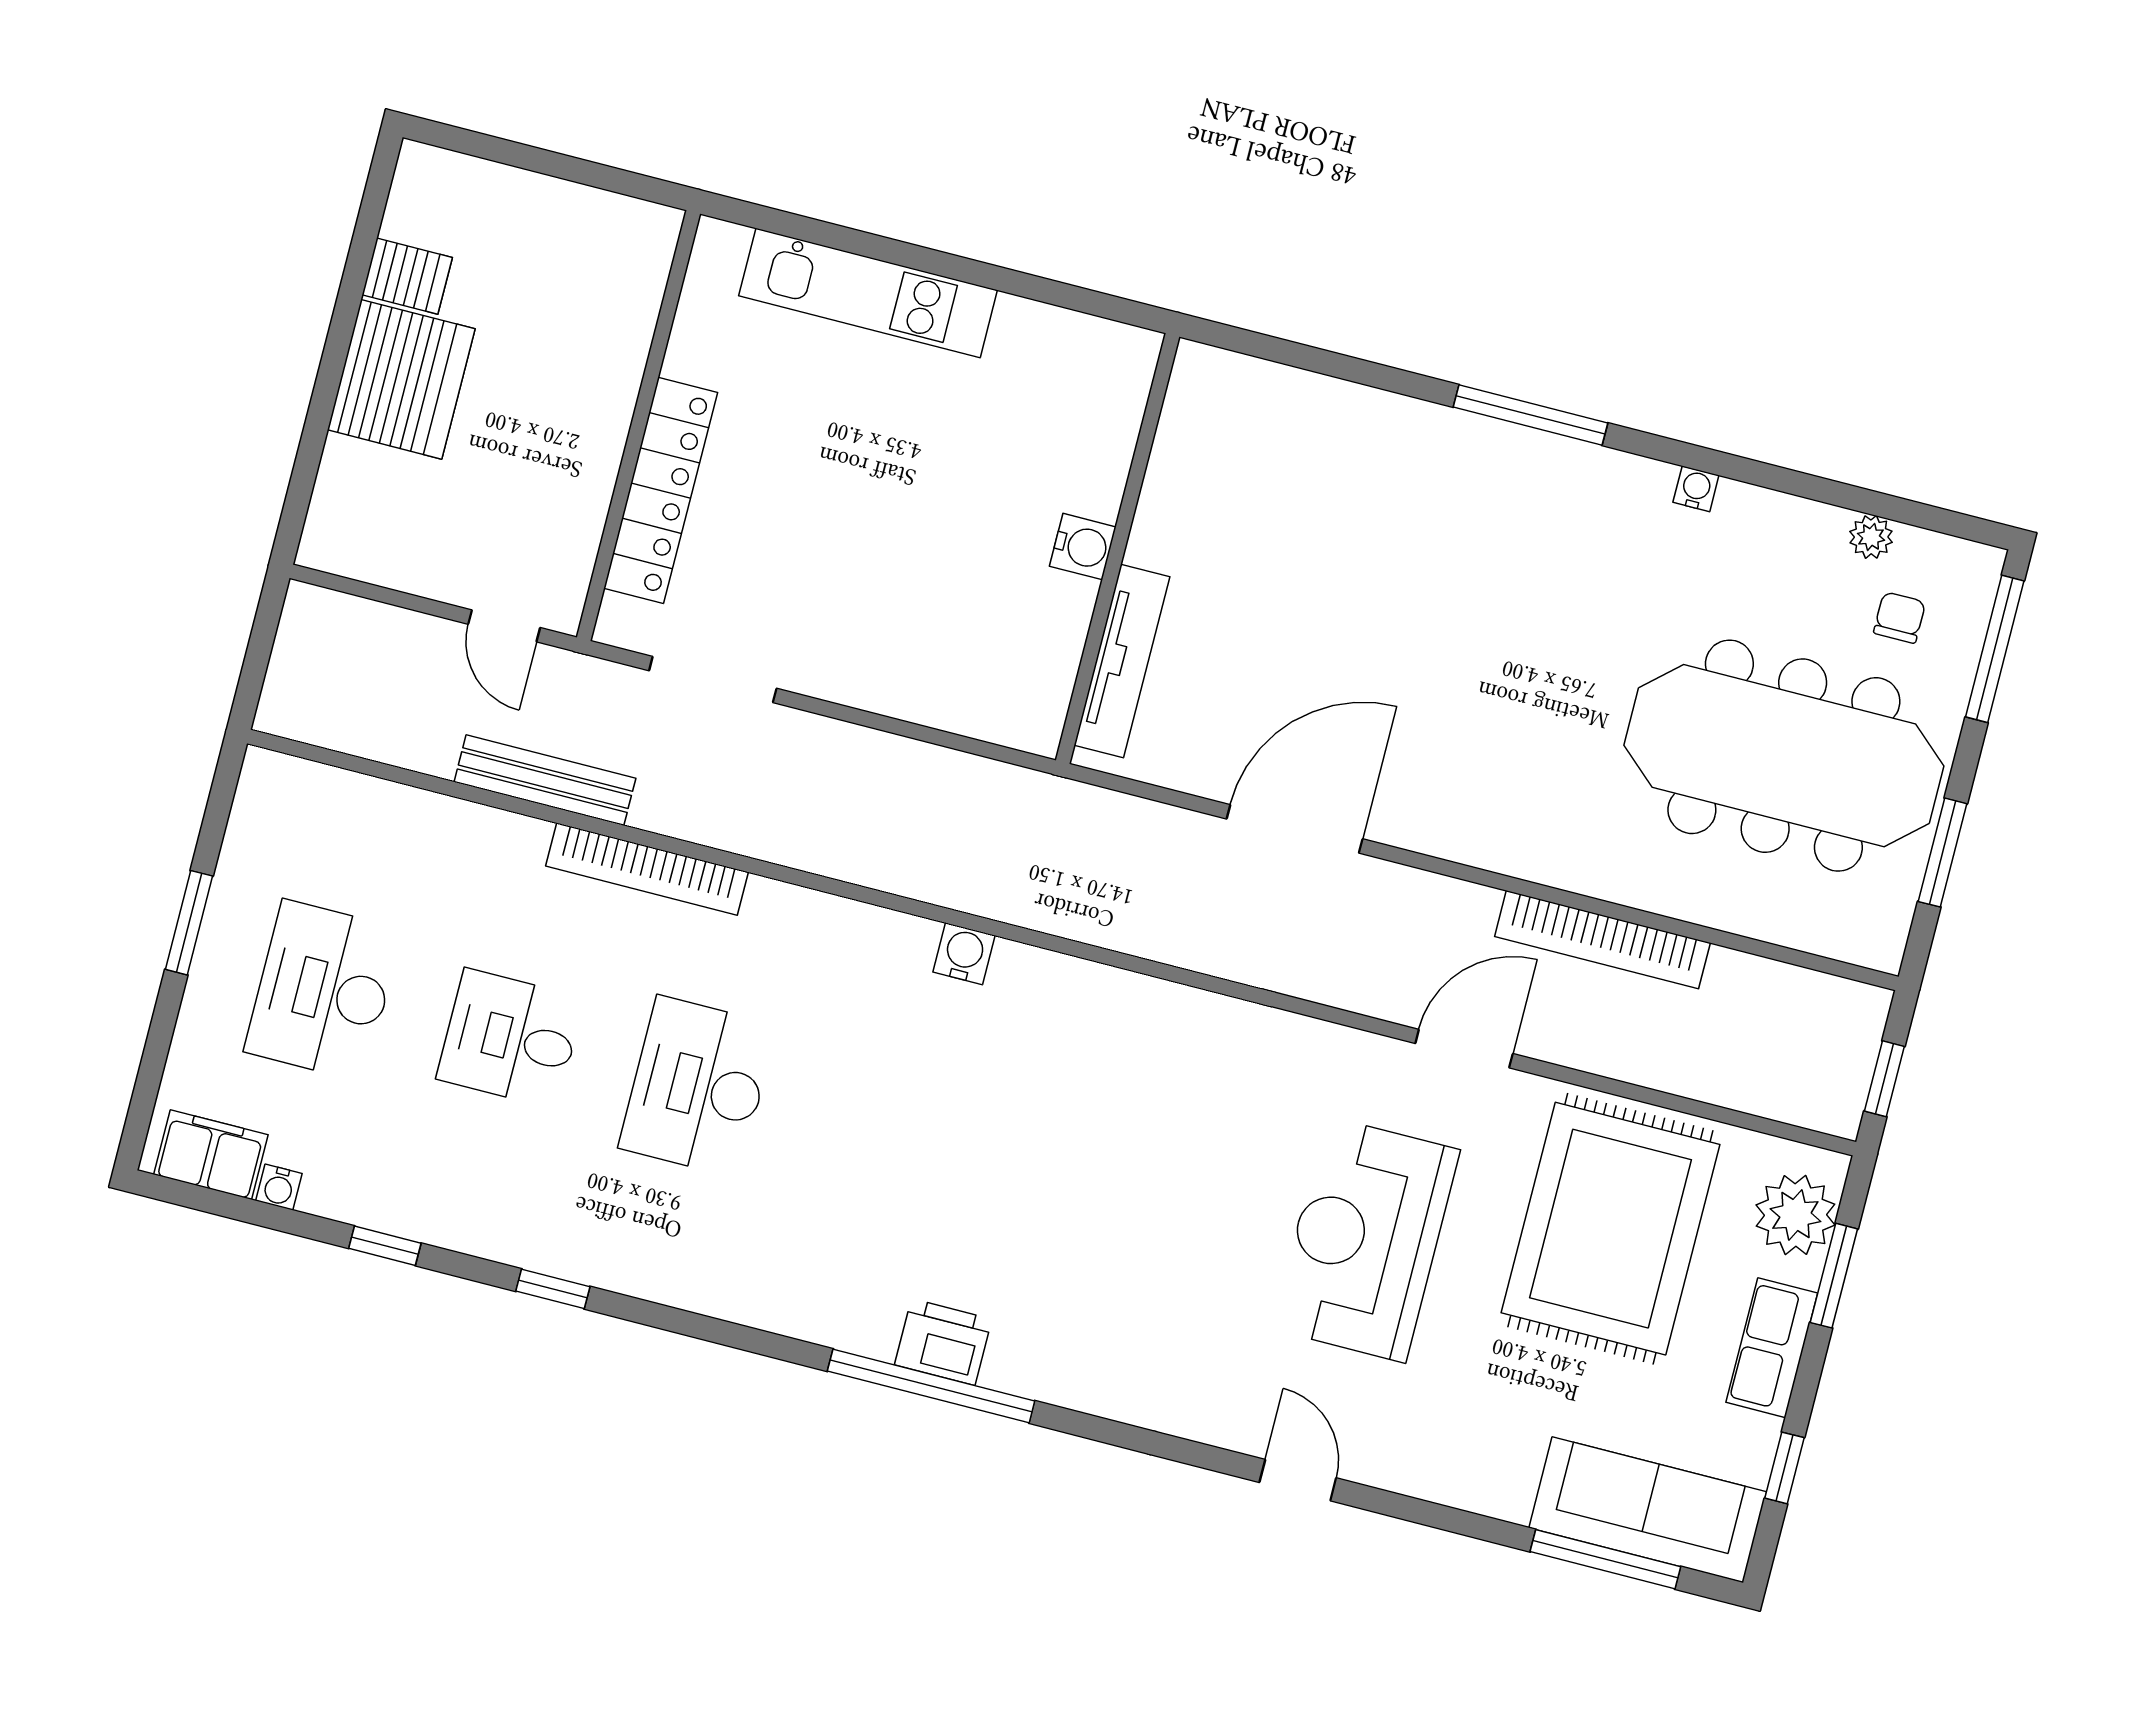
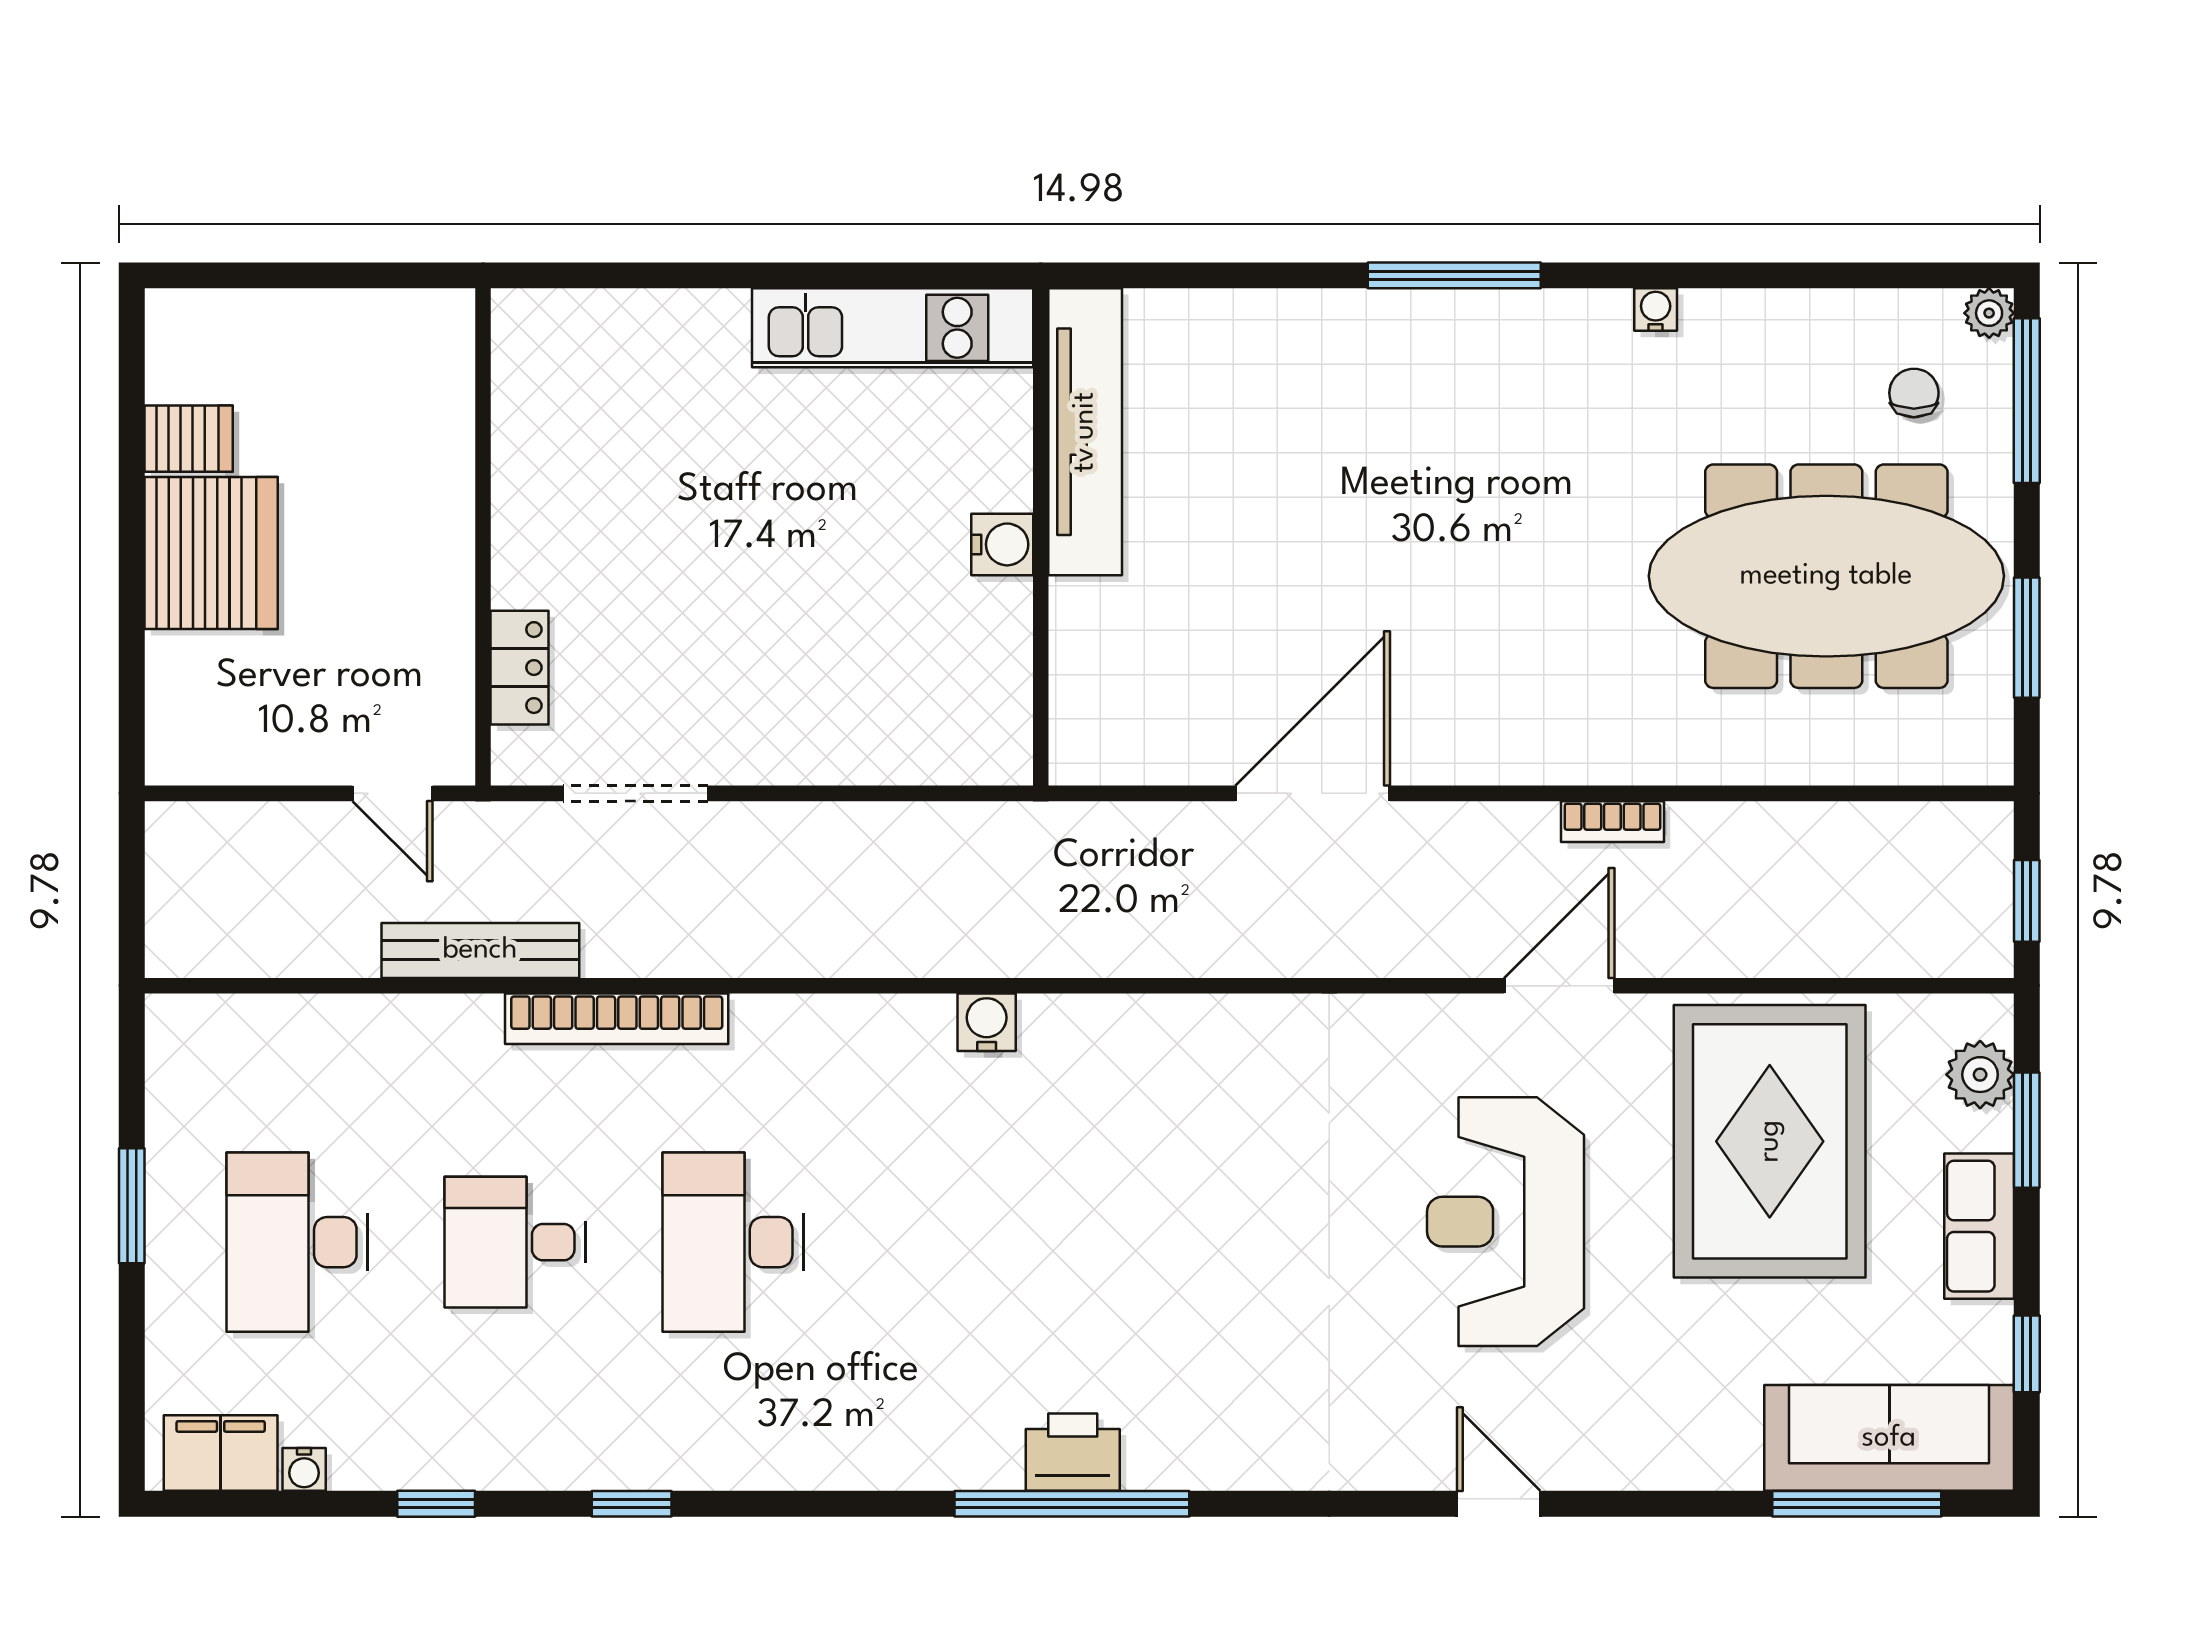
kitchen unit: (868, 293) -> (893, 328), moved
locker: (661, 490) -> (520, 668), width x0.46, depth x0.83
plant: (1871, 537) -> (1989, 313), moved
tv unit: (1122, 661) -> (1085, 432), moved, width x1.36, depth x1.29
bookcase: (1602, 940) -> (1612, 822), width x0.43, depth x0.76
plant: (1795, 1215) -> (1980, 1075), width x0.73, depth x0.73

